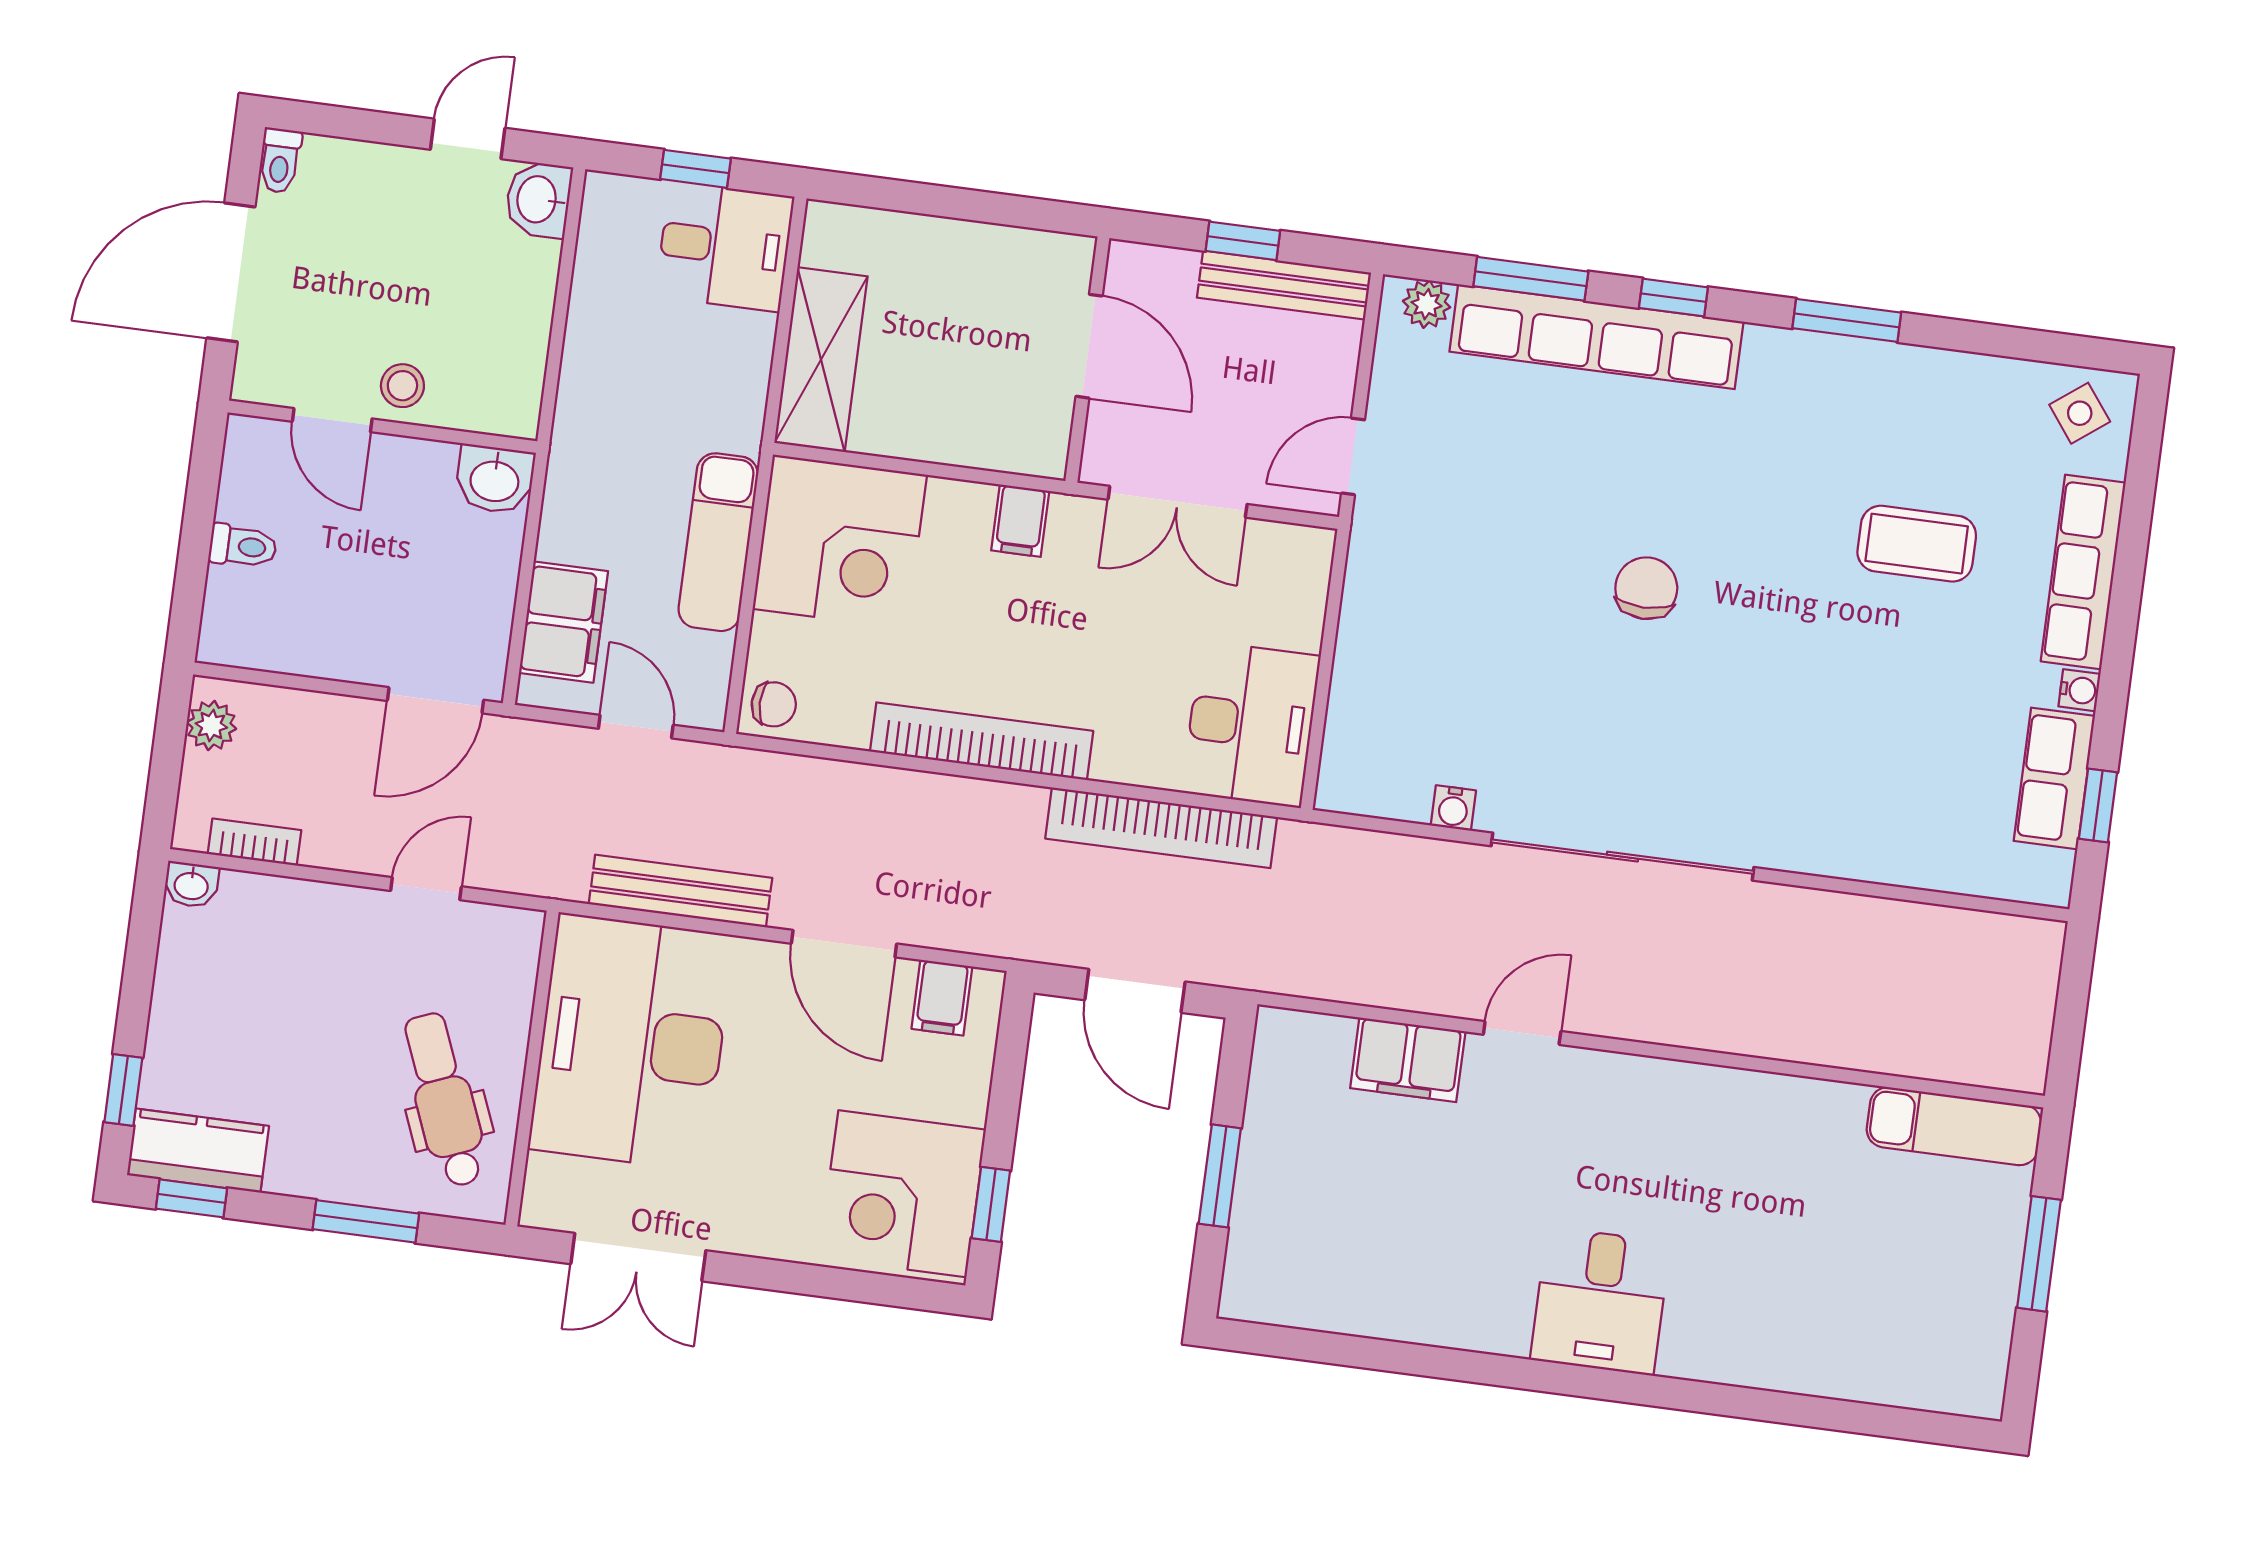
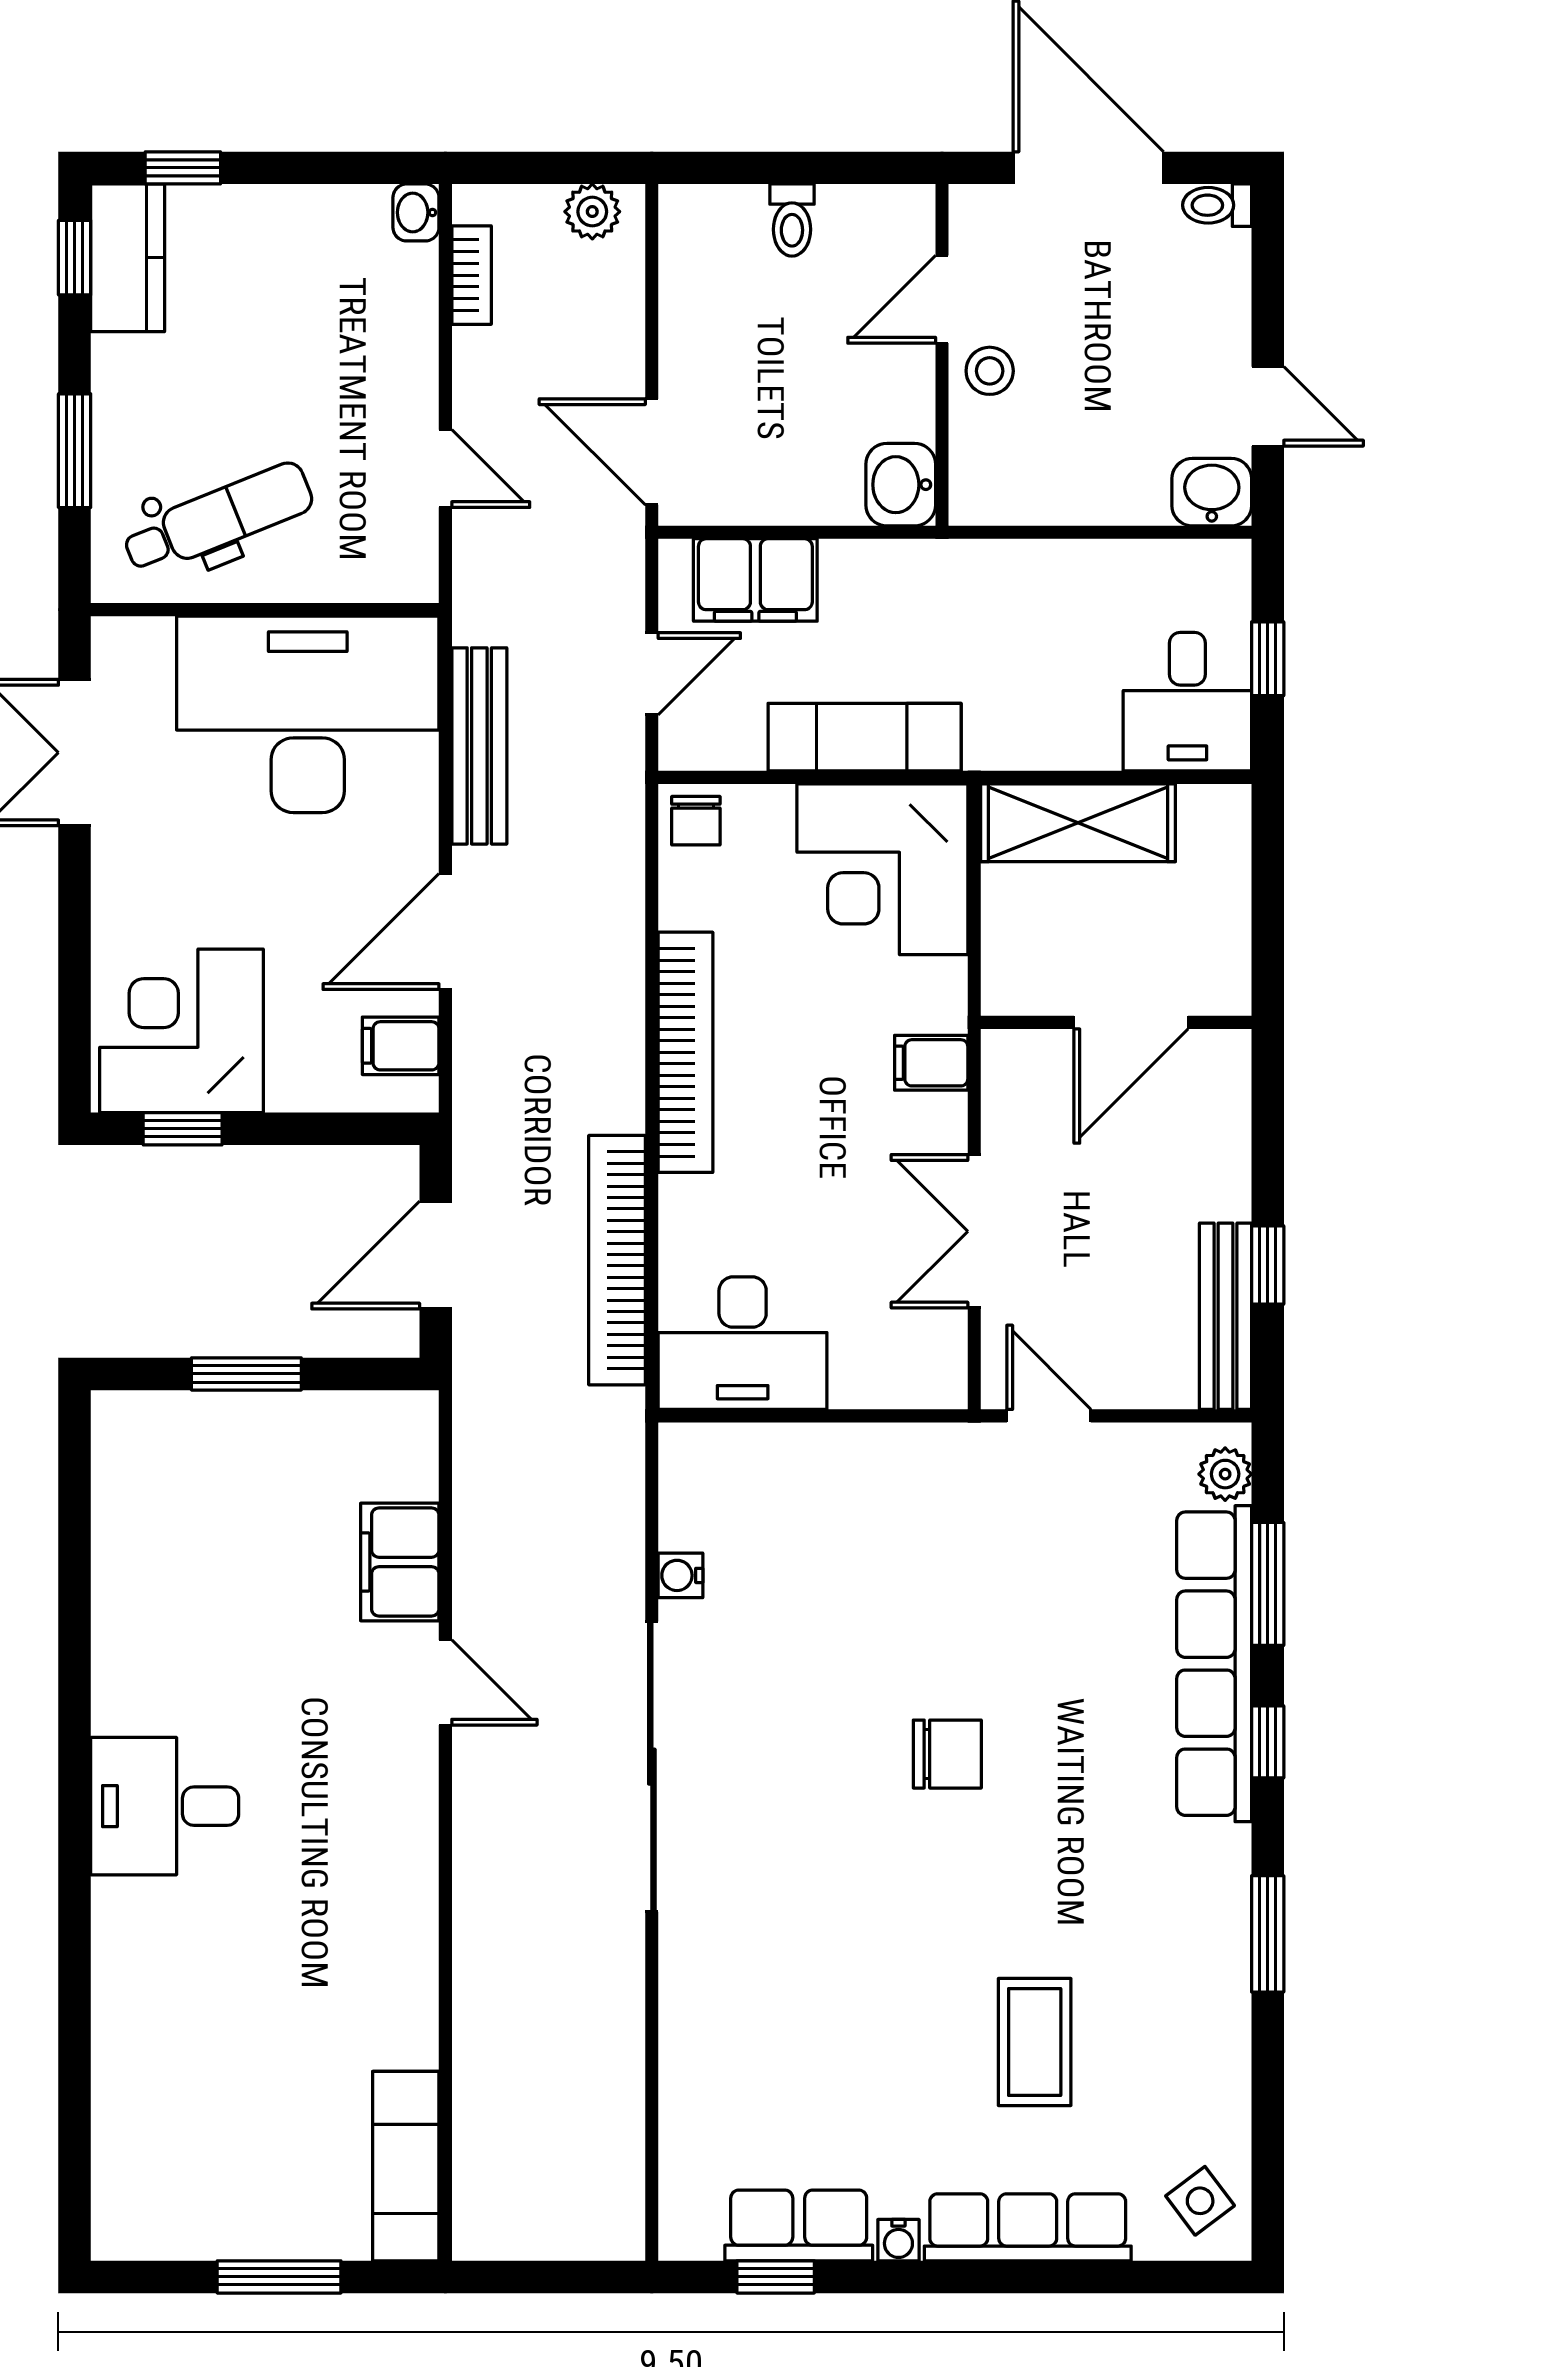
door: (1089, 346) -> (1131, 1022), moved
wall: (1087, 360) -> (1116, 1022), moved

